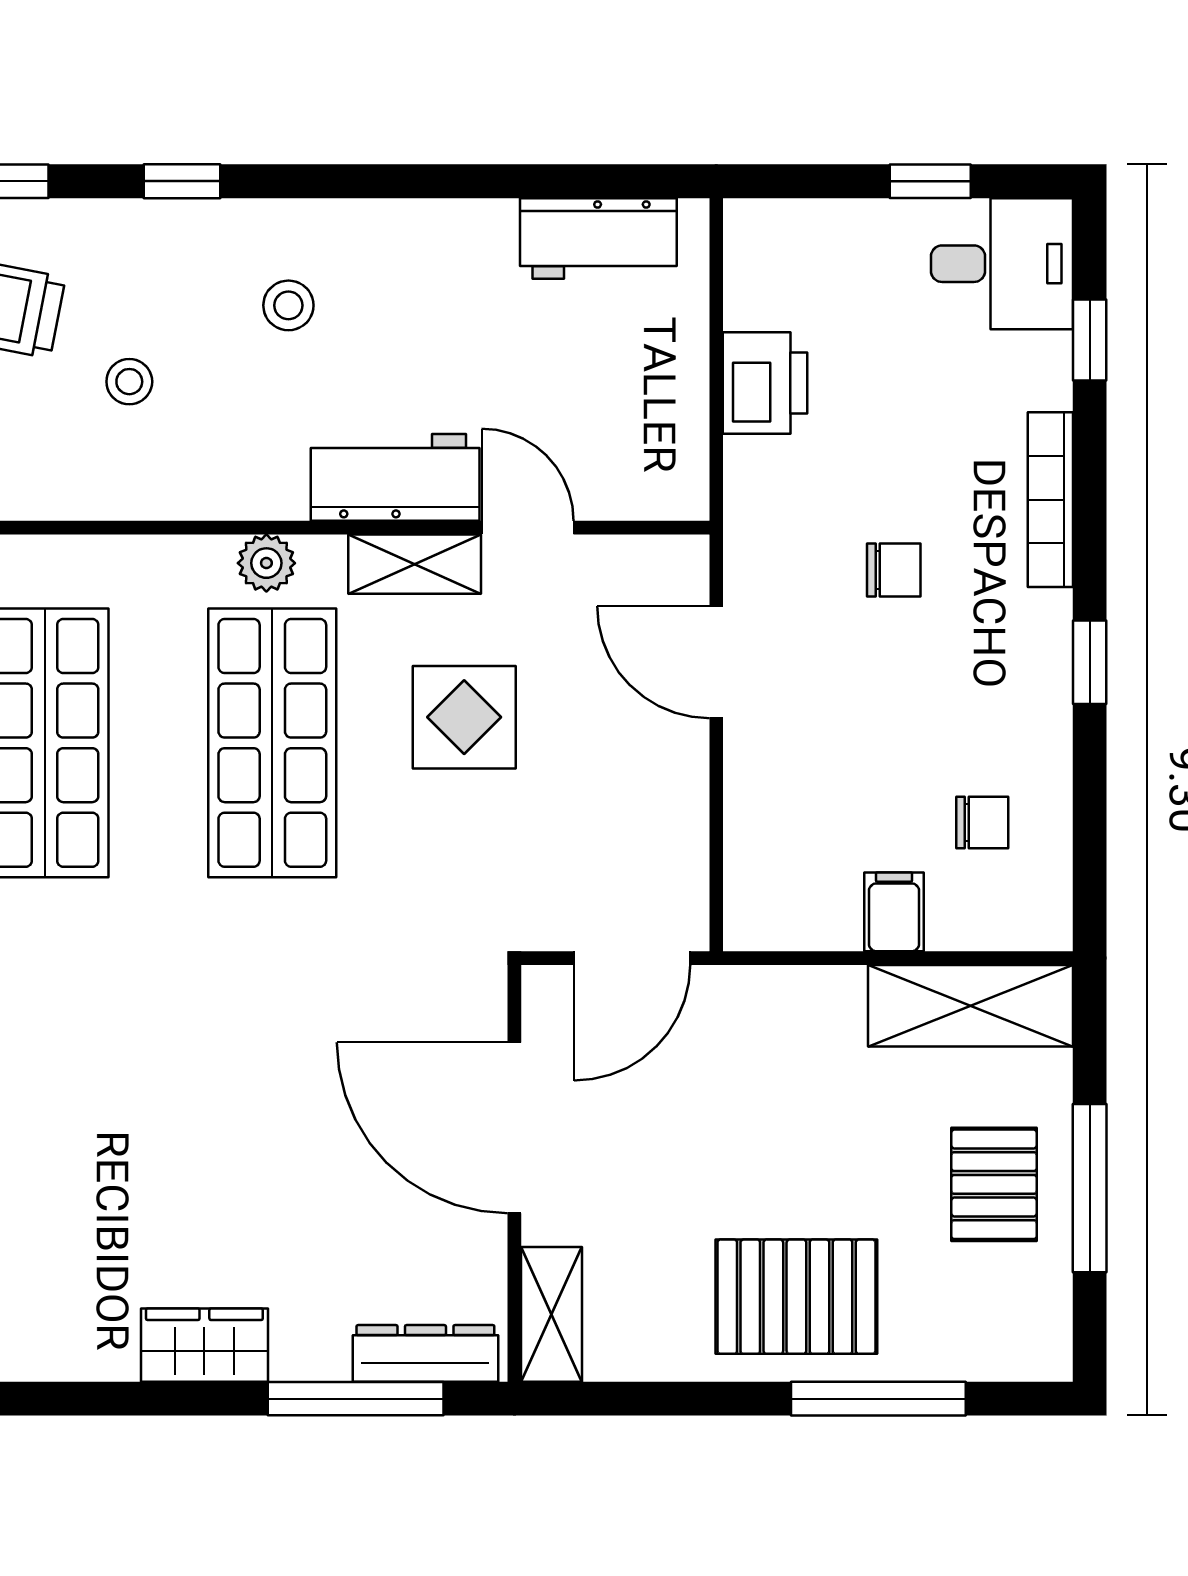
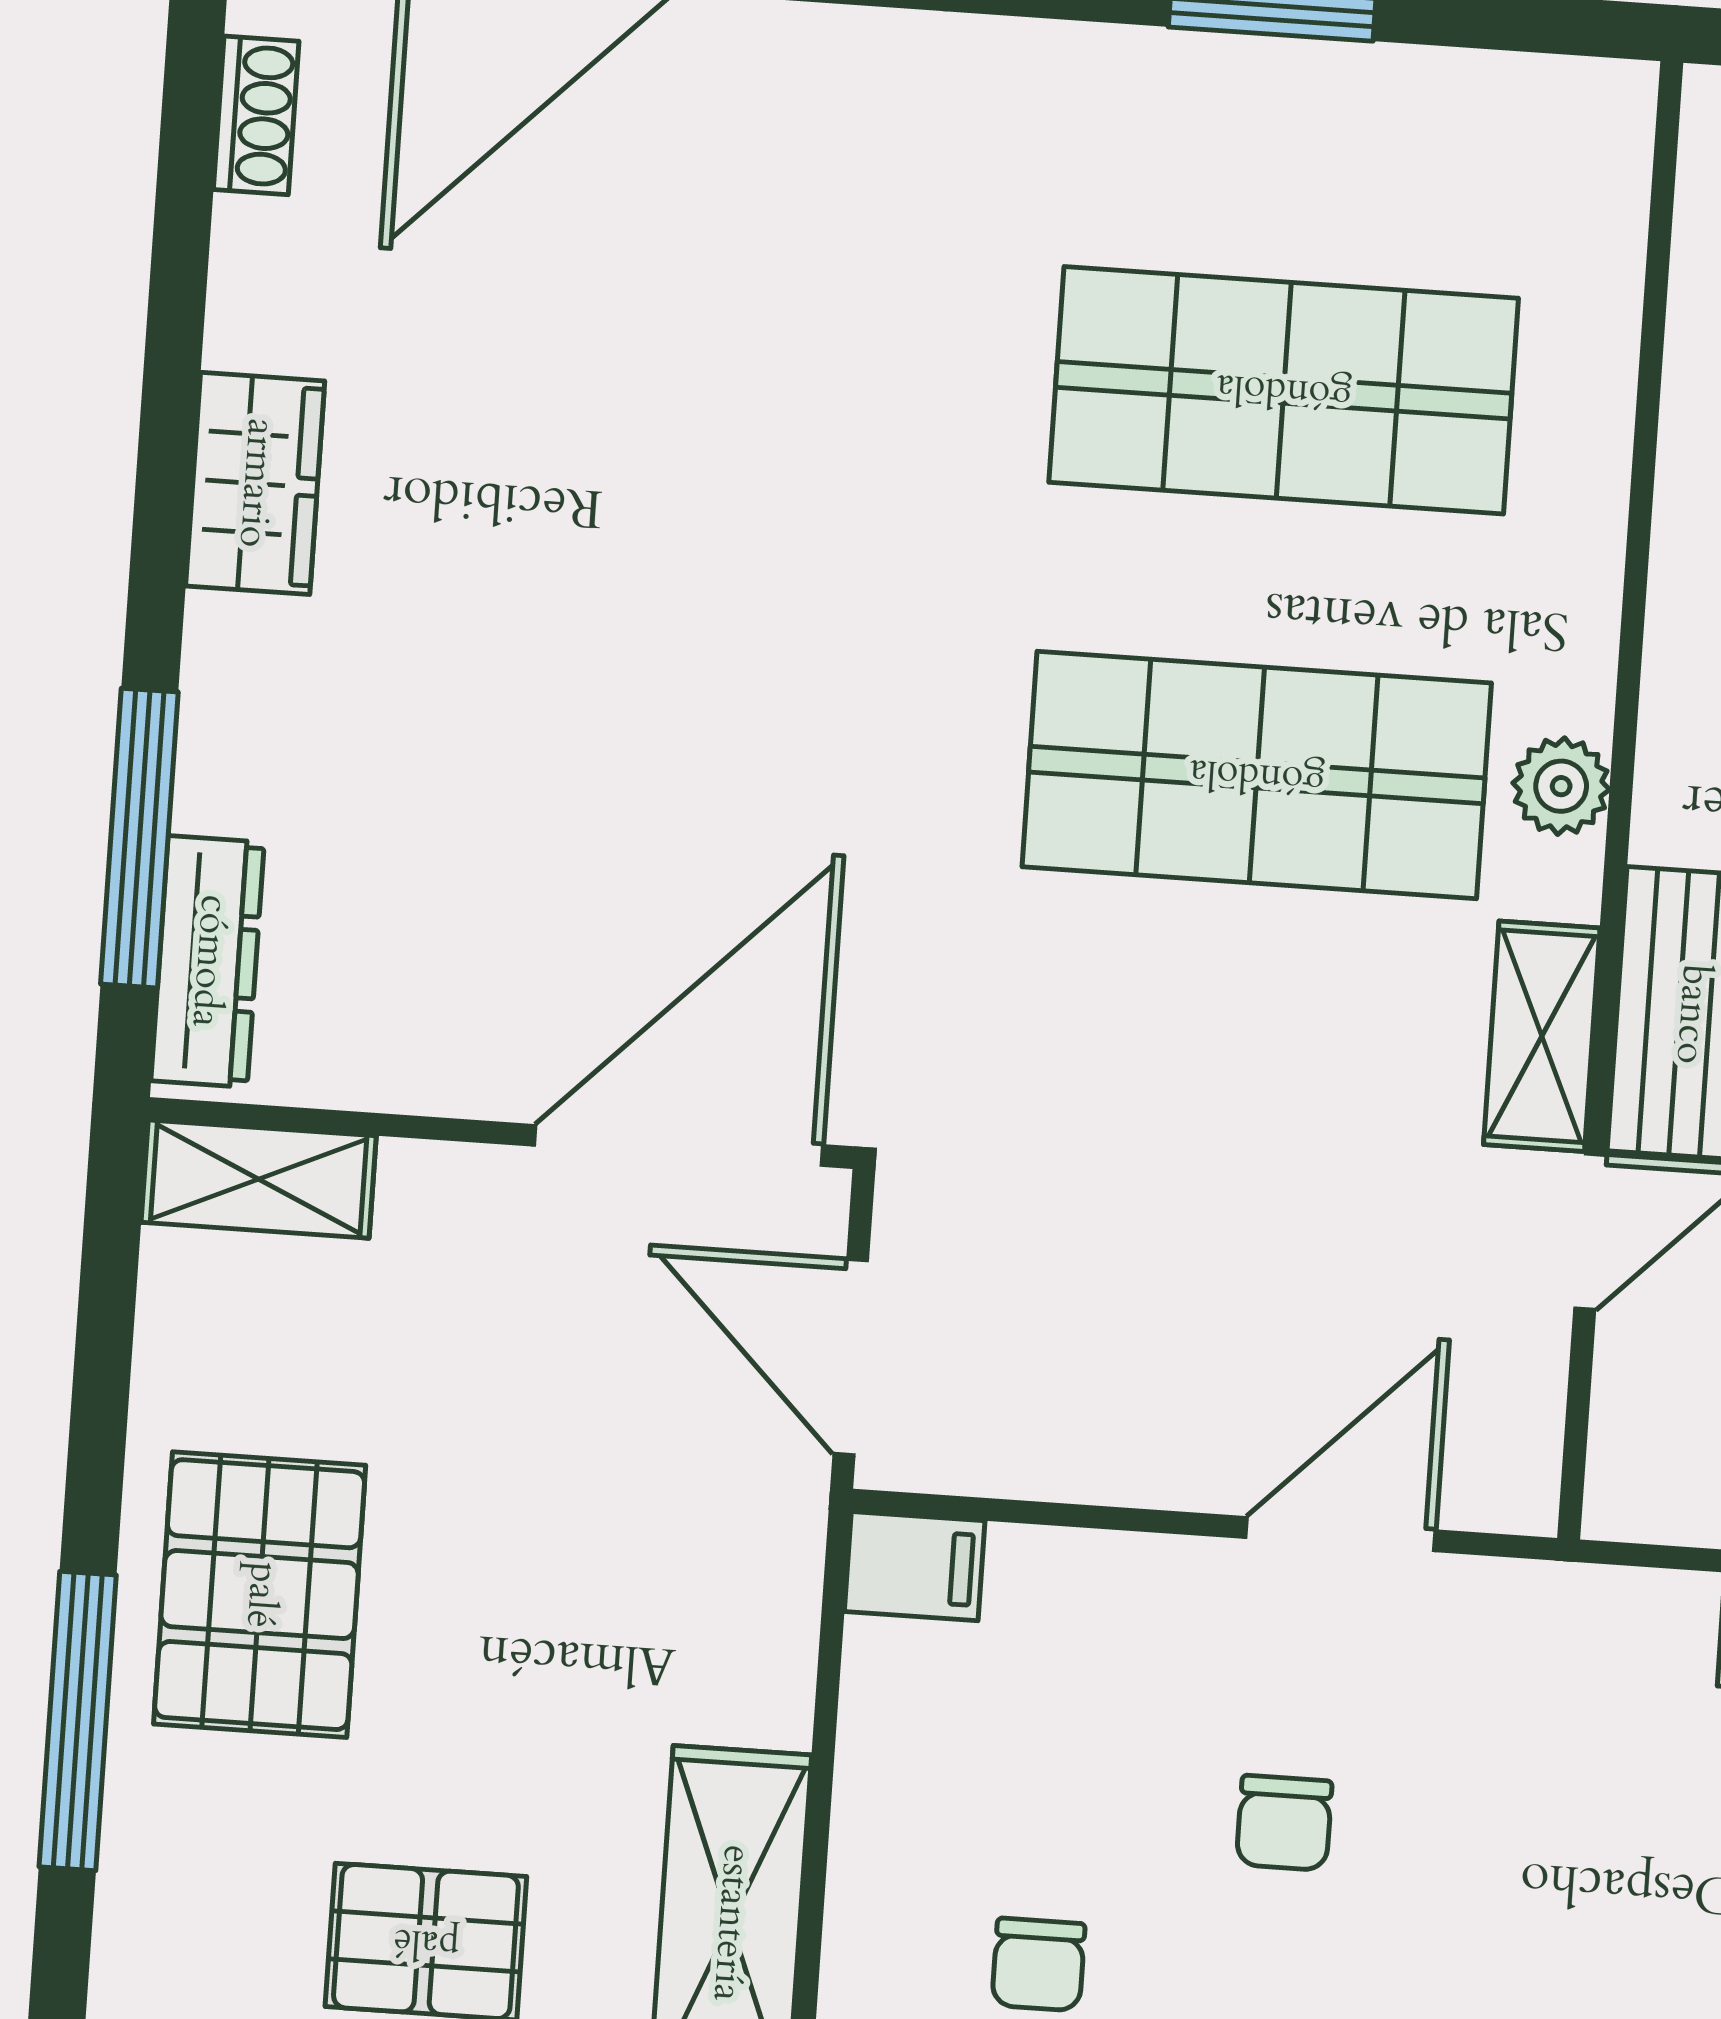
chair: (894, 570) -> (1284, 1823), moved
display table: (464, 717) -> (1277, 1102), removed
filing cabinet: (894, 912) -> (915, 1566), moved
door: (514, 1128) -> (679, 1145), moved
wardrobe: (204, 1345) -> (255, 483), moved

